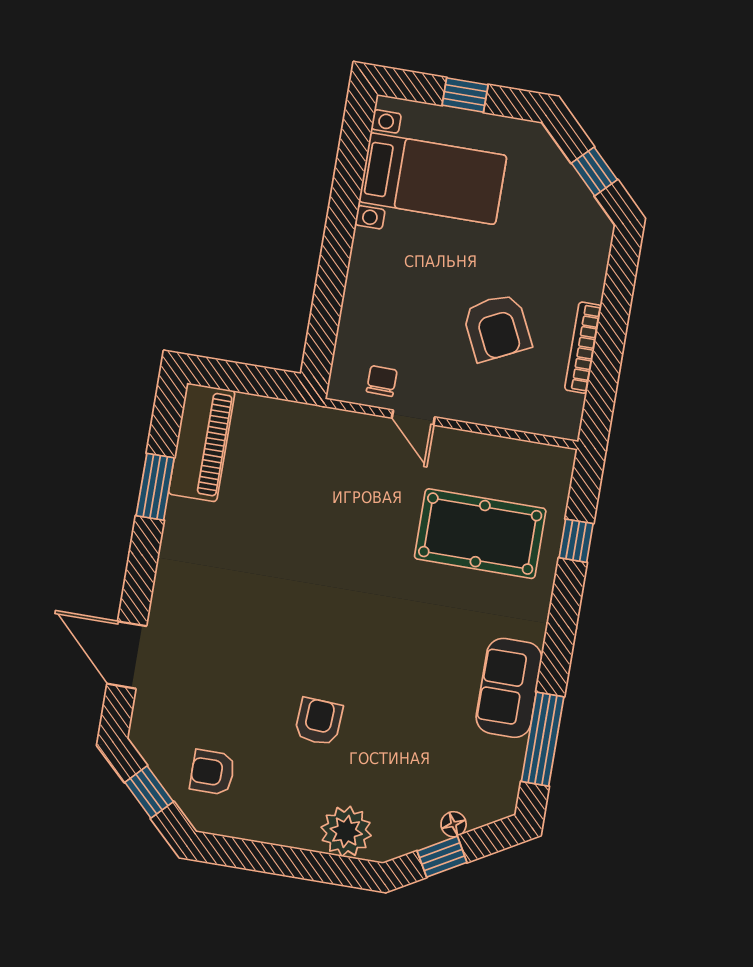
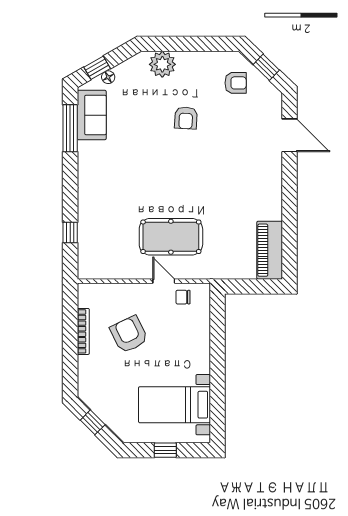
chair: (382, 381) -> (183, 297), turned 89
window: (155, 487) -> (289, 224), removed
pool table: (480, 534) -> (171, 237), moved
sofa: (509, 688) -> (92, 115), moved
window: (442, 857) -> (97, 68), moved

